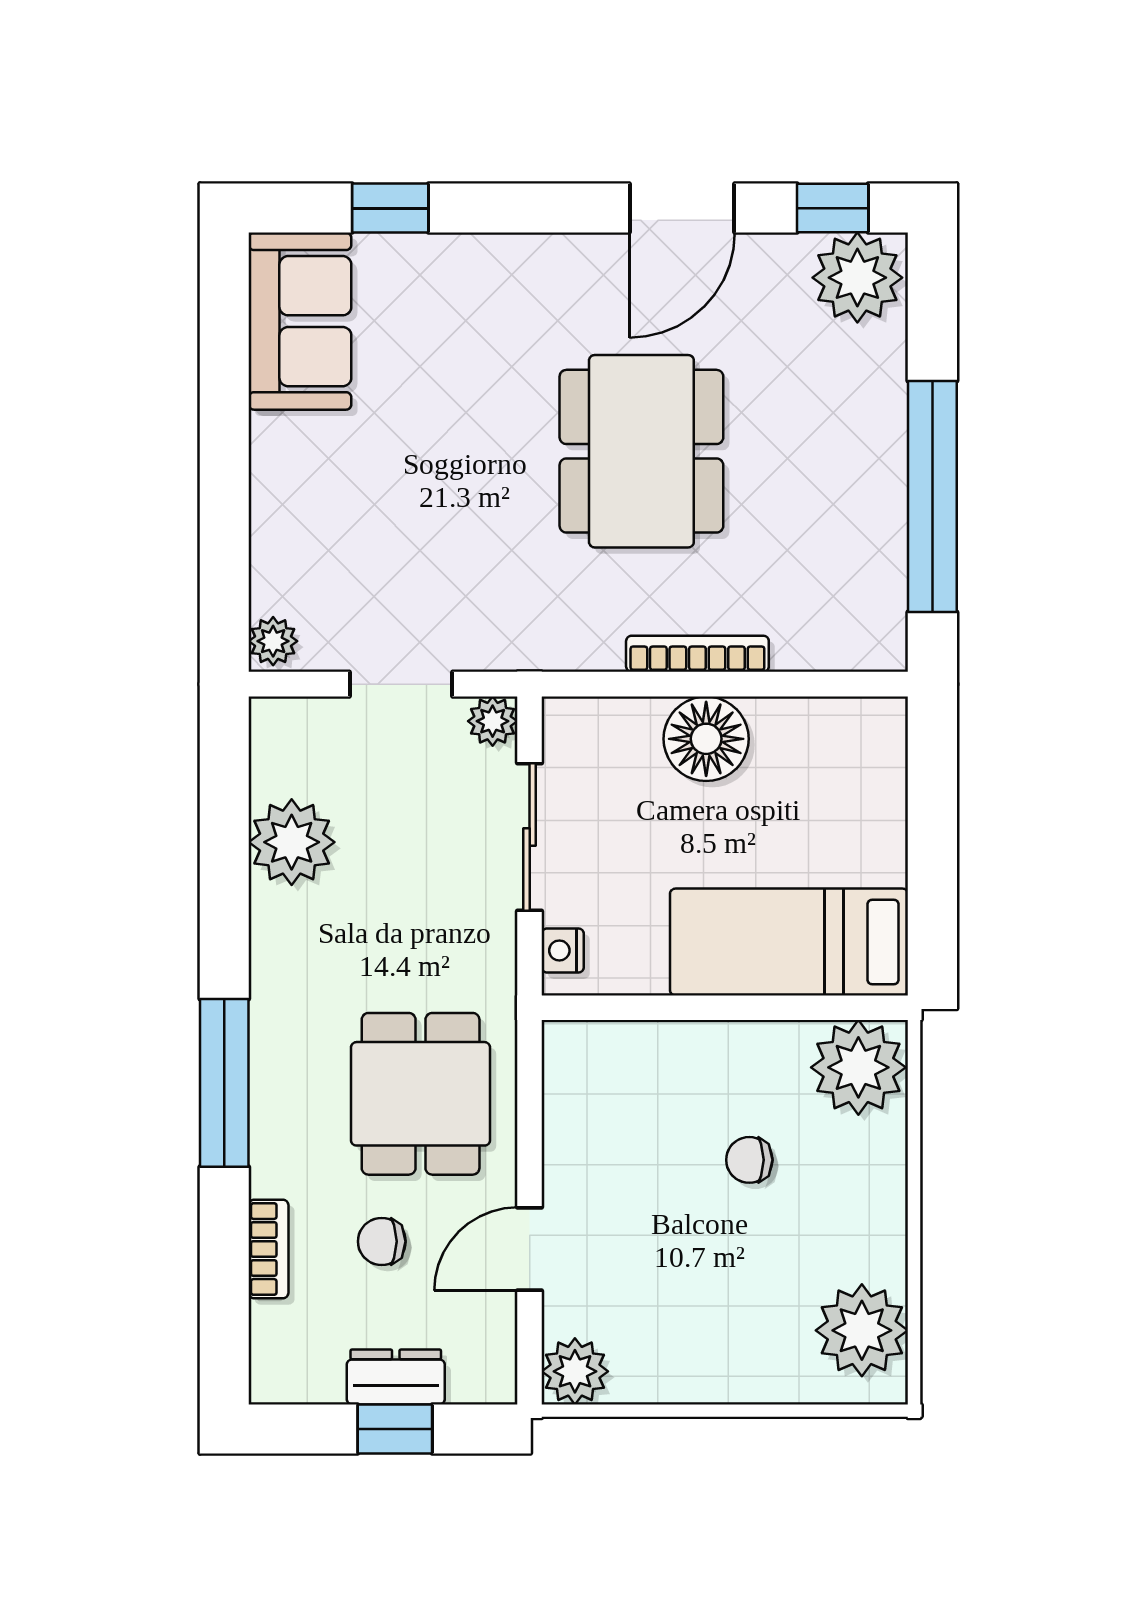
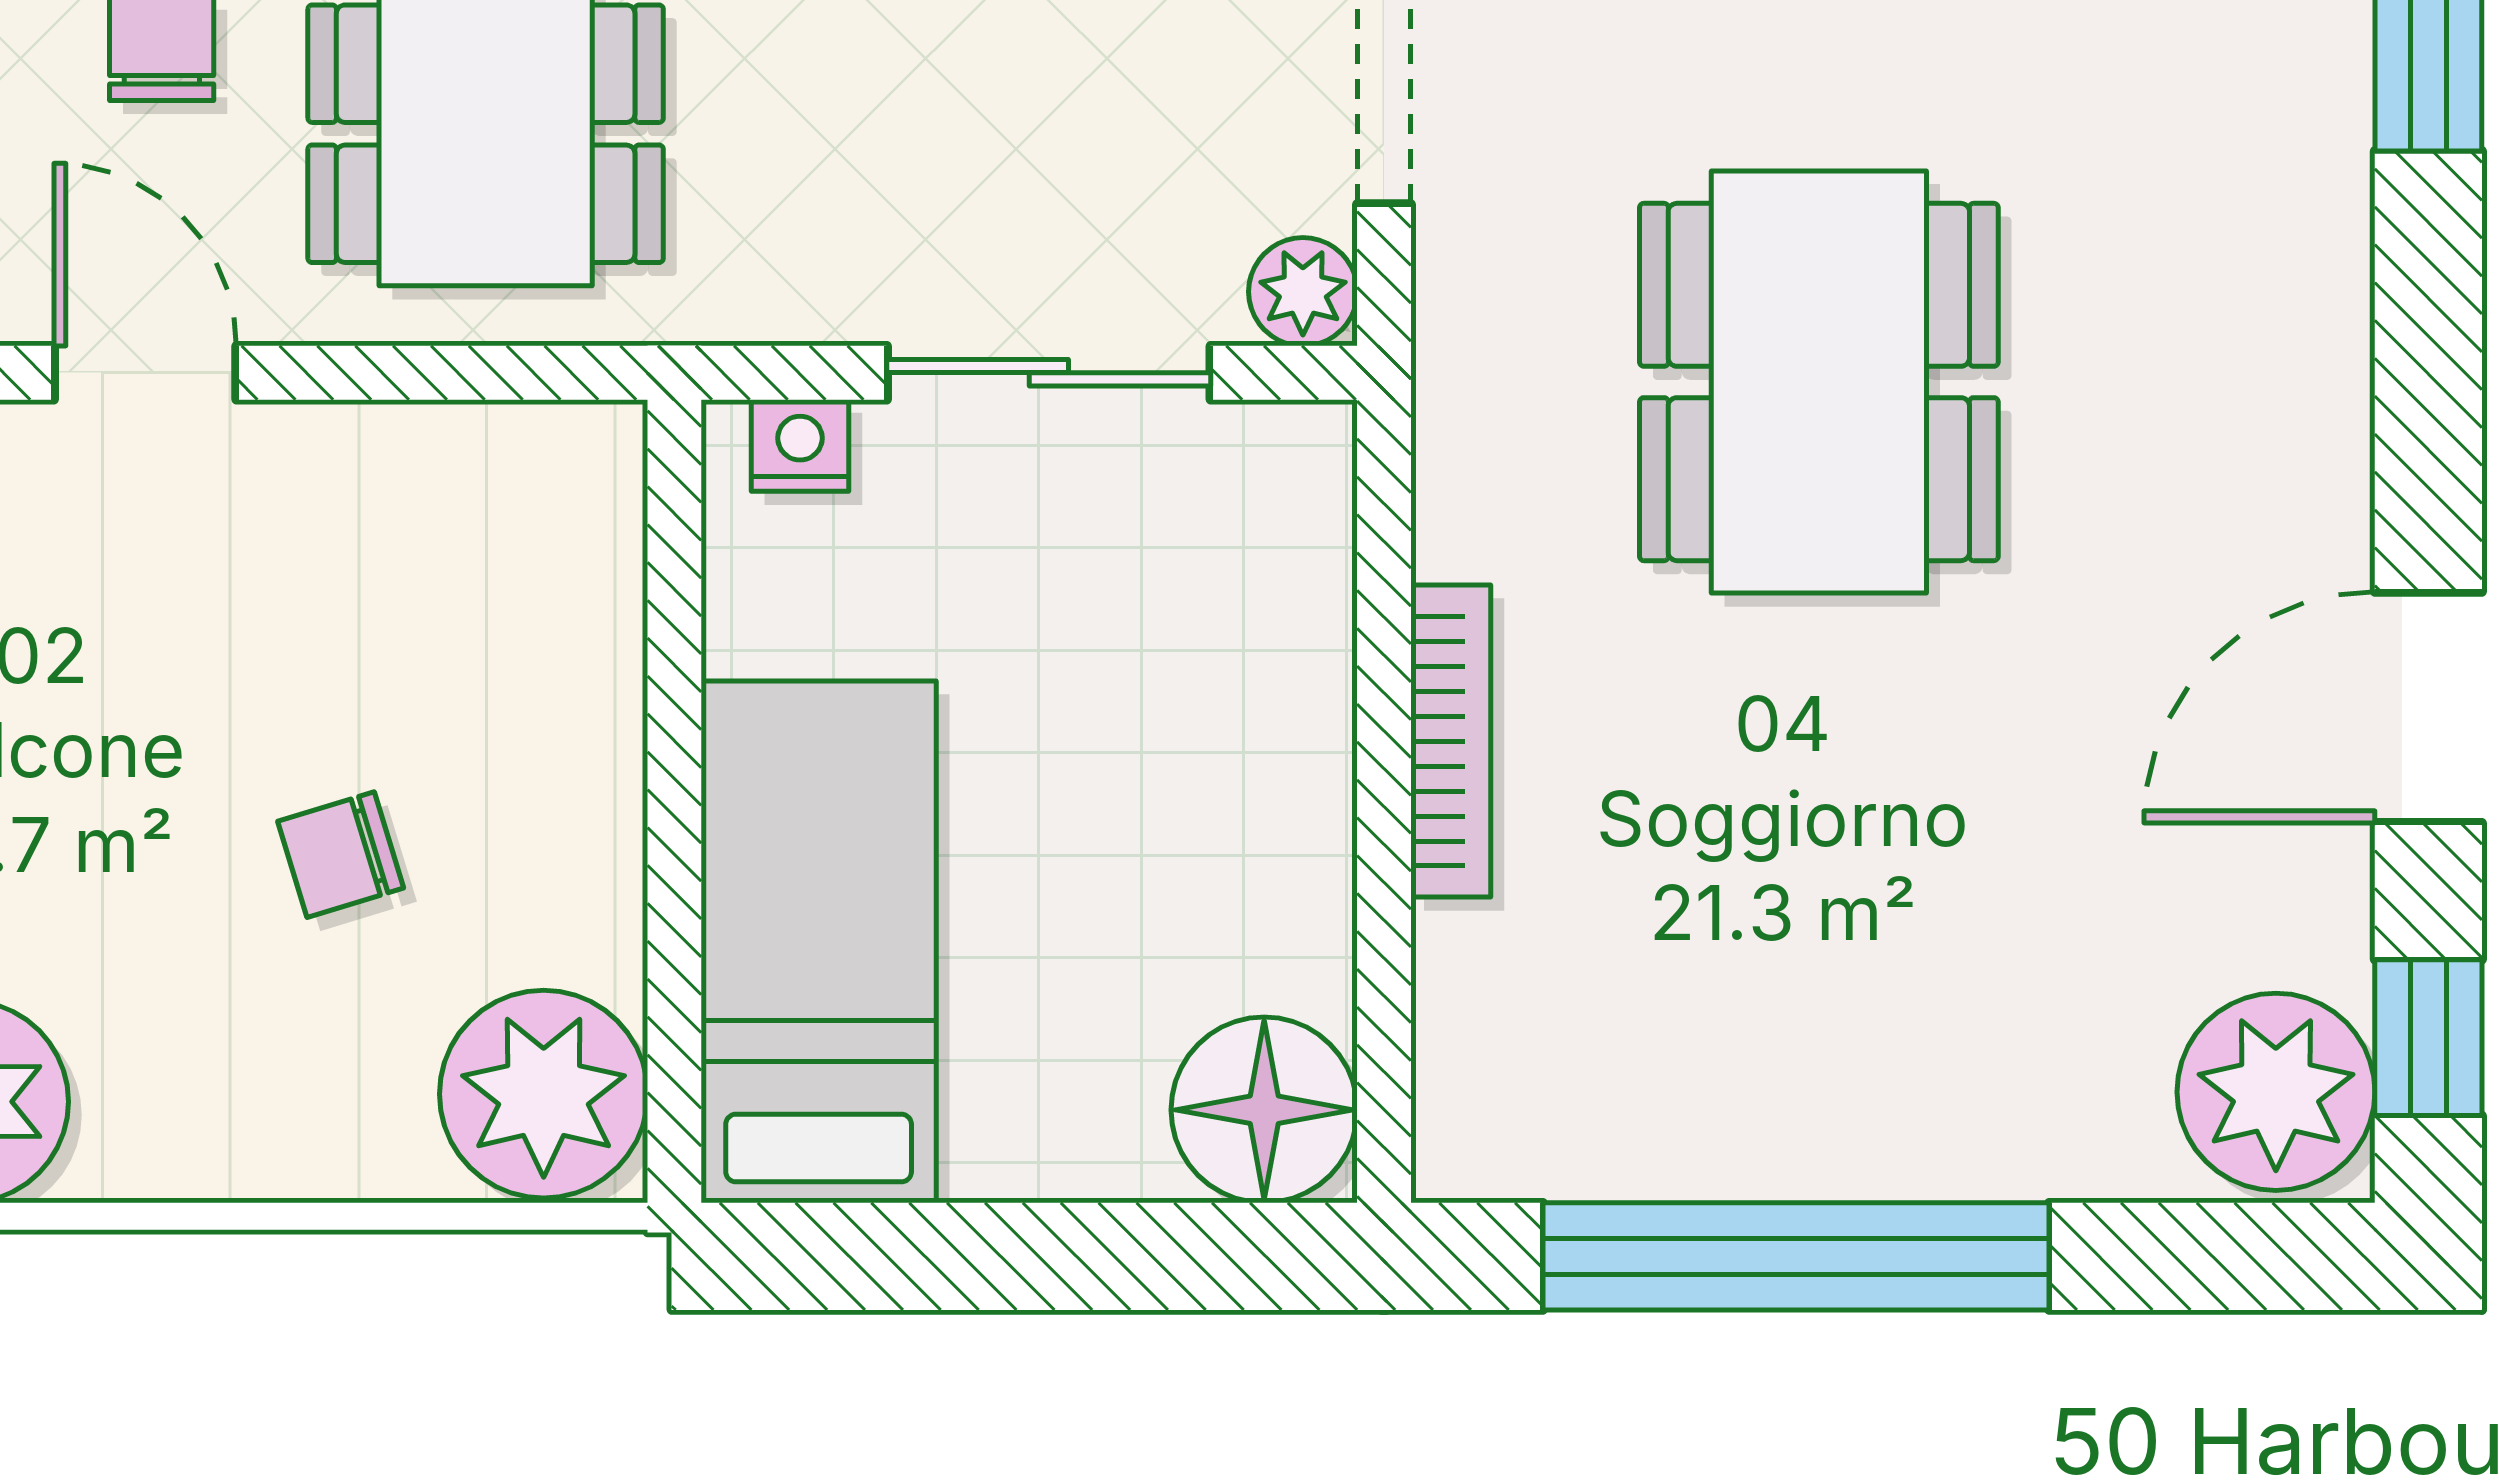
door: (682, 208) -> (2428, 707), hinge flipped
dining table: (641, 451) -> (1819, 382), moved, turned 90
floor lamp: (706, 739) -> (1264, 1110), moved
chair: (749, 1160) -> (341, 855), turned -107

